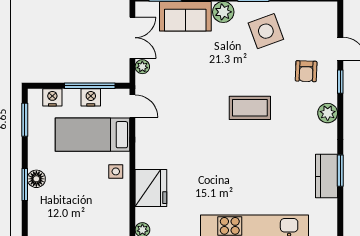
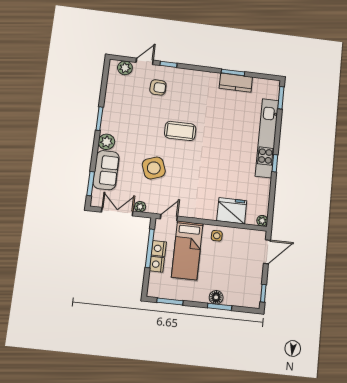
side table: (266, 31) -> (154, 168), moved
nightstand: (52, 97) -> (157, 264), moved
coffee table: (250, 108) -> (180, 131), turned 90
plant: (328, 113) -> (125, 68), moved

